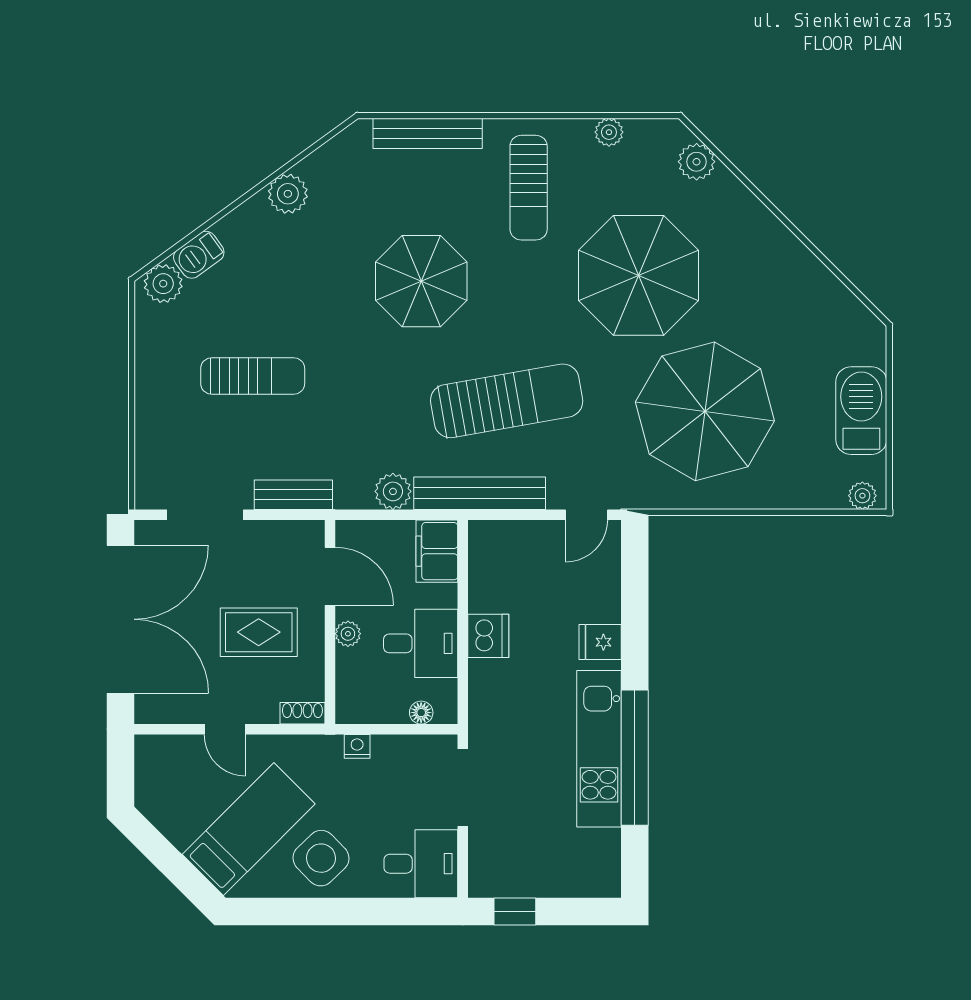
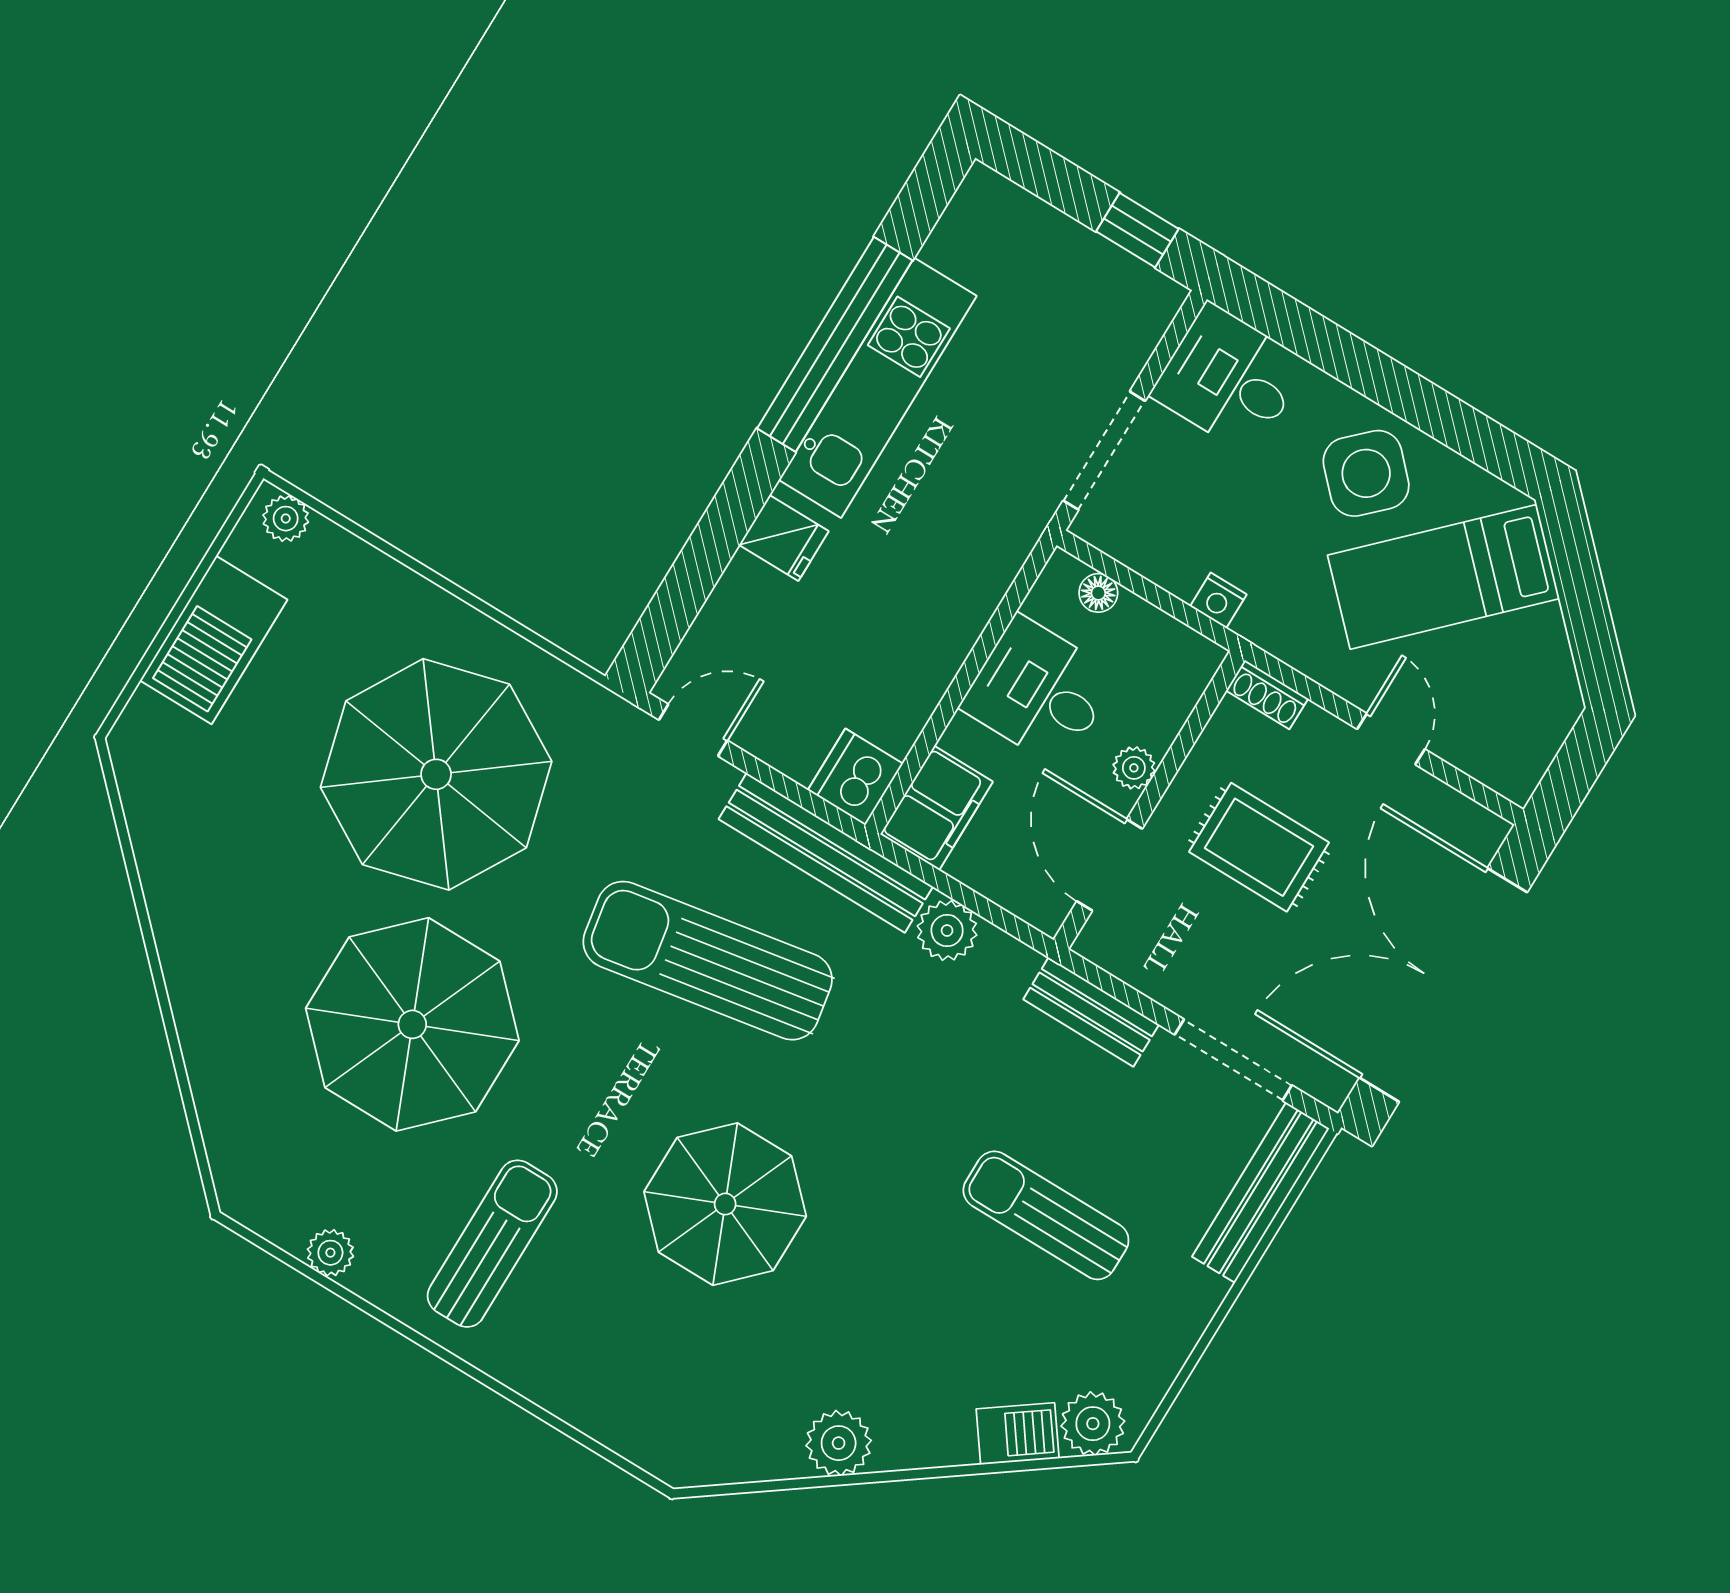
bench: (428, 133) -> (1261, 1193), moved, turned 90
plant: (697, 162) -> (232, 1135), removed
dishwasher: (488, 636) -> (855, 777), moved

